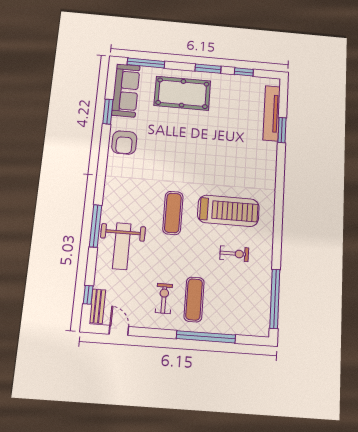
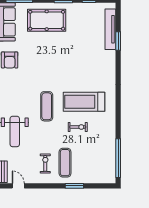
treadmill: (228, 211) -> (84, 102), turned 180
exercise bike: (234, 254) -> (78, 127), moved
window: (206, 337) -> (74, 186), width x0.47

